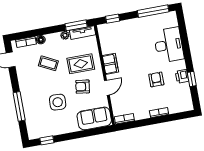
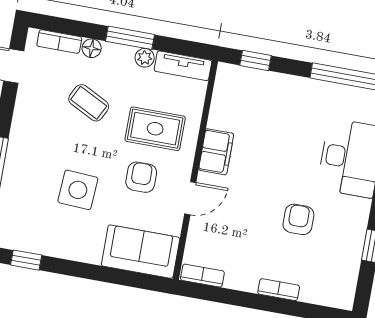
window: (76, 25) -> (130, 38), moved
printer: (182, 76) -> (354, 233), removed
armchair: (83, 87) -> (141, 177), turned 82

